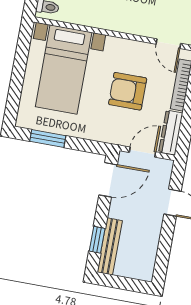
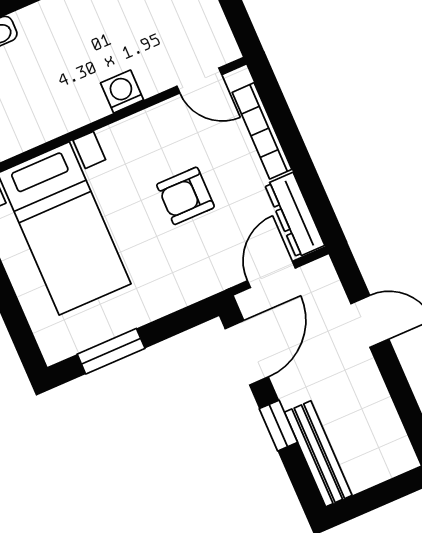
washing machine: (130, 25) -> (122, 91), added
armchair: (128, 91) -> (185, 196), width x0.72, depth x0.72
window: (97, 240) -> (278, 426), moved

